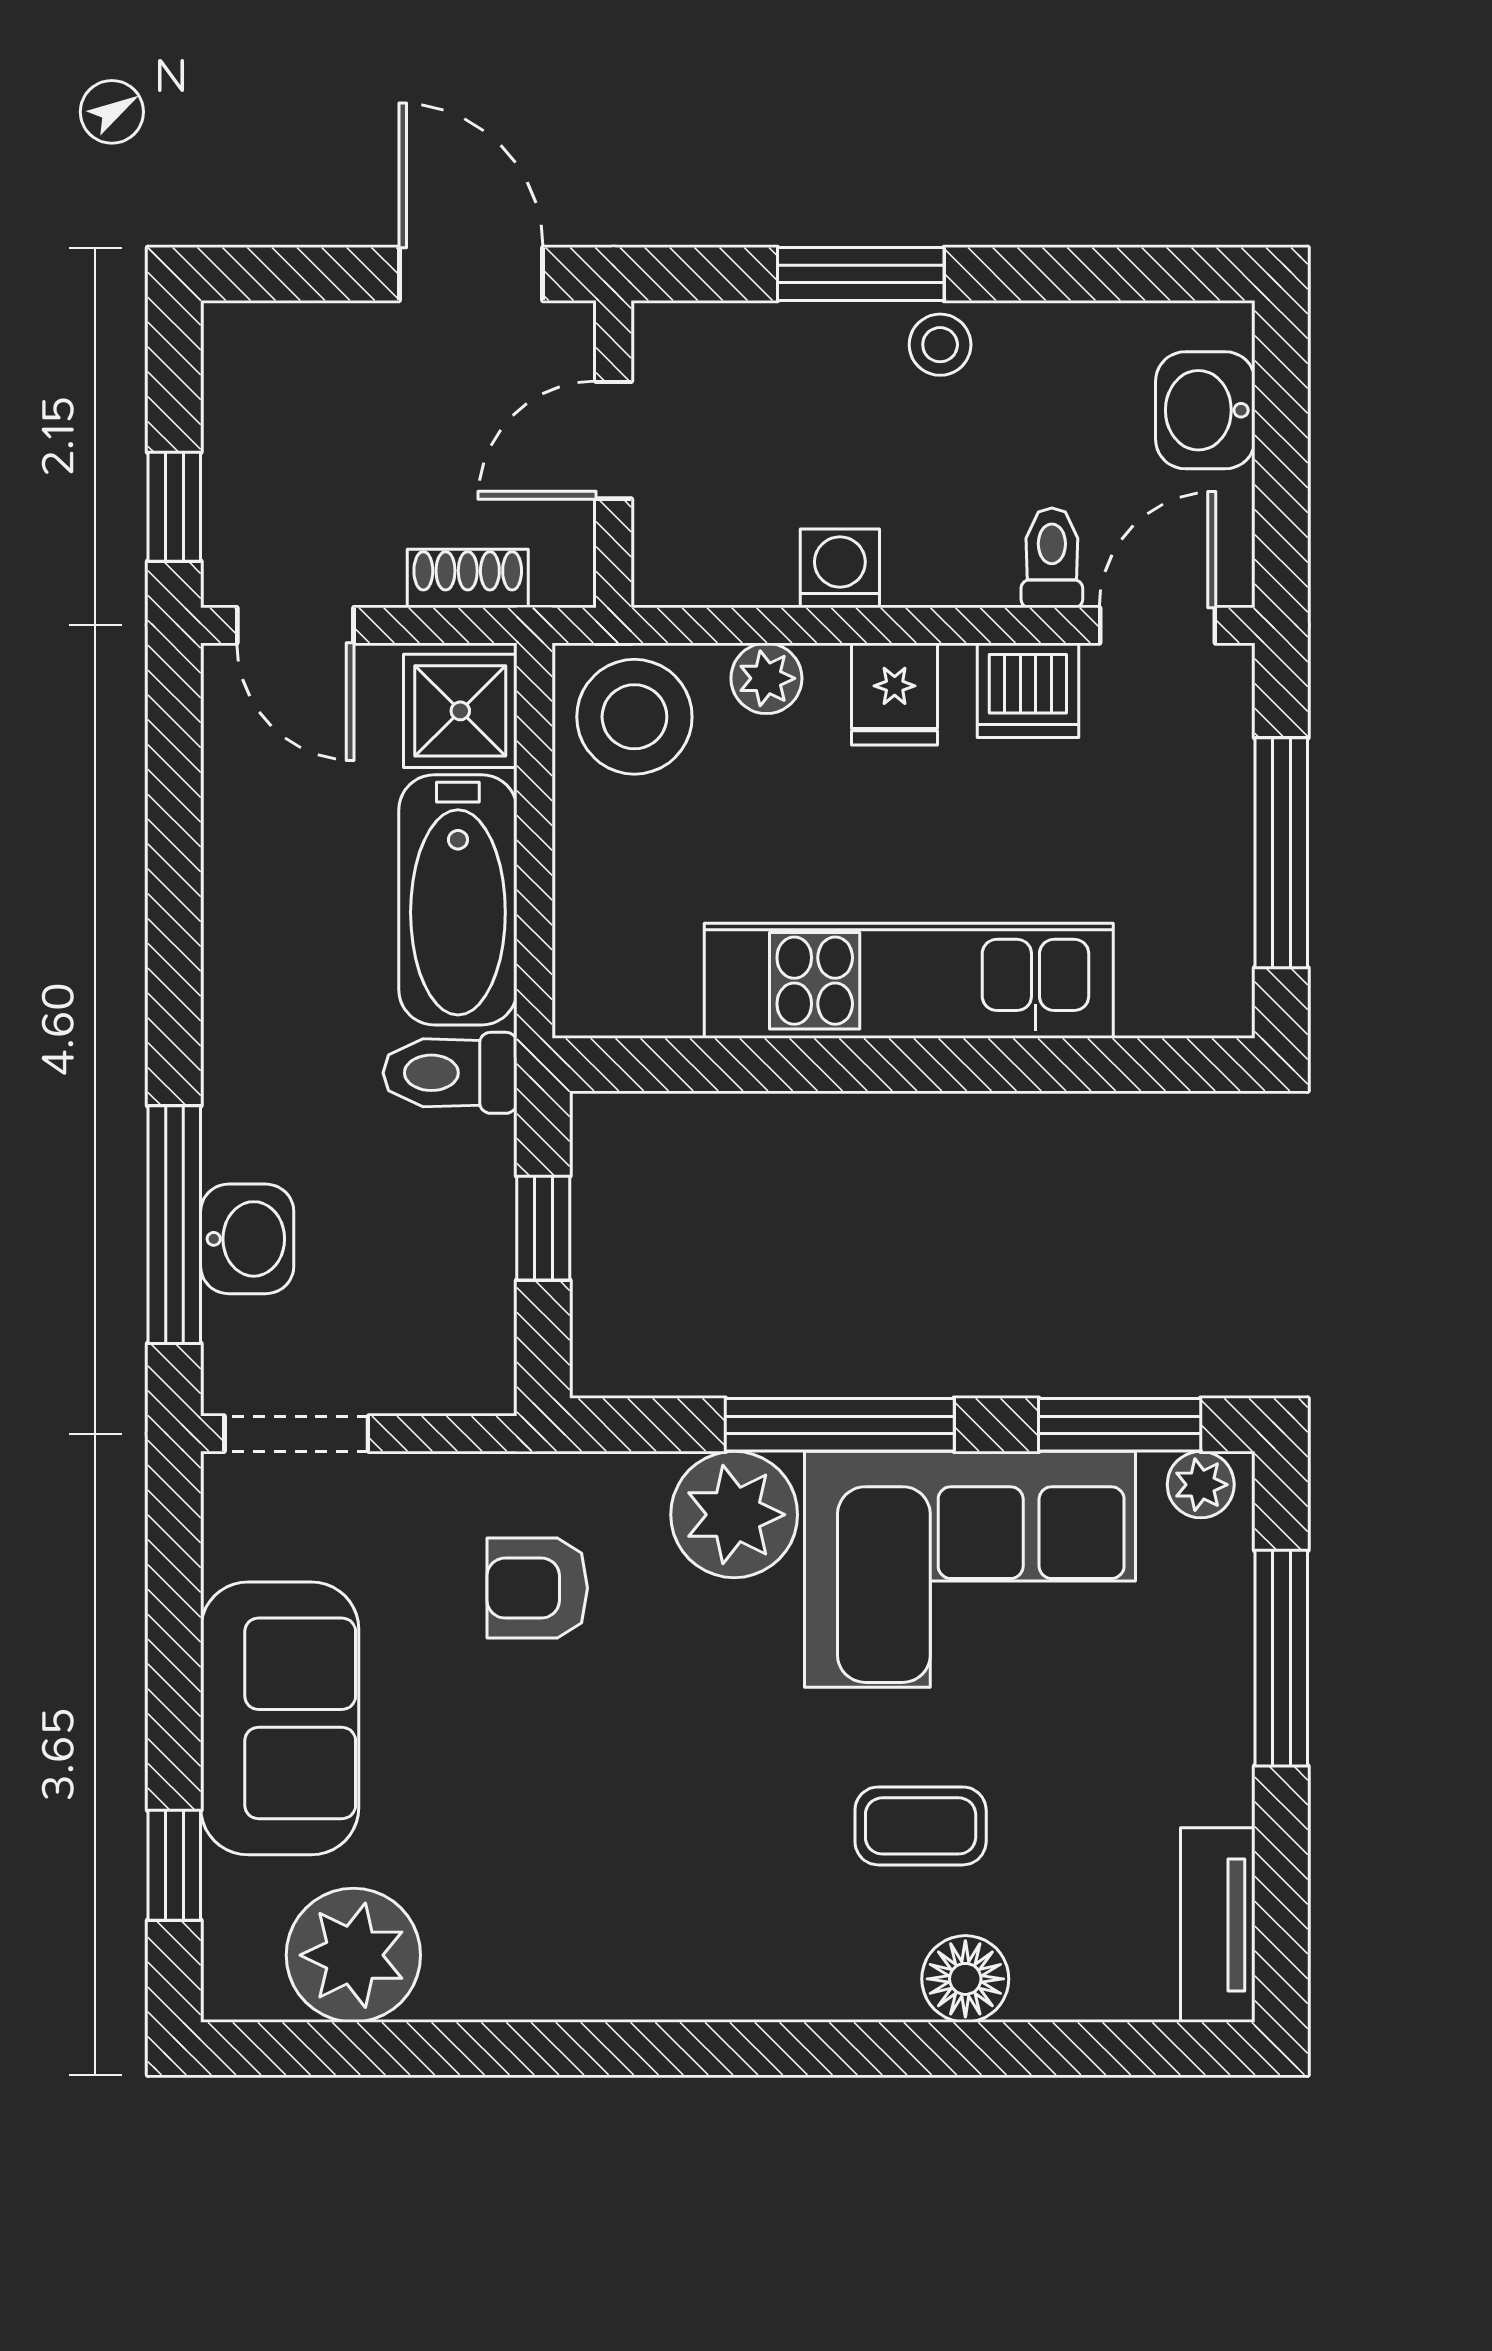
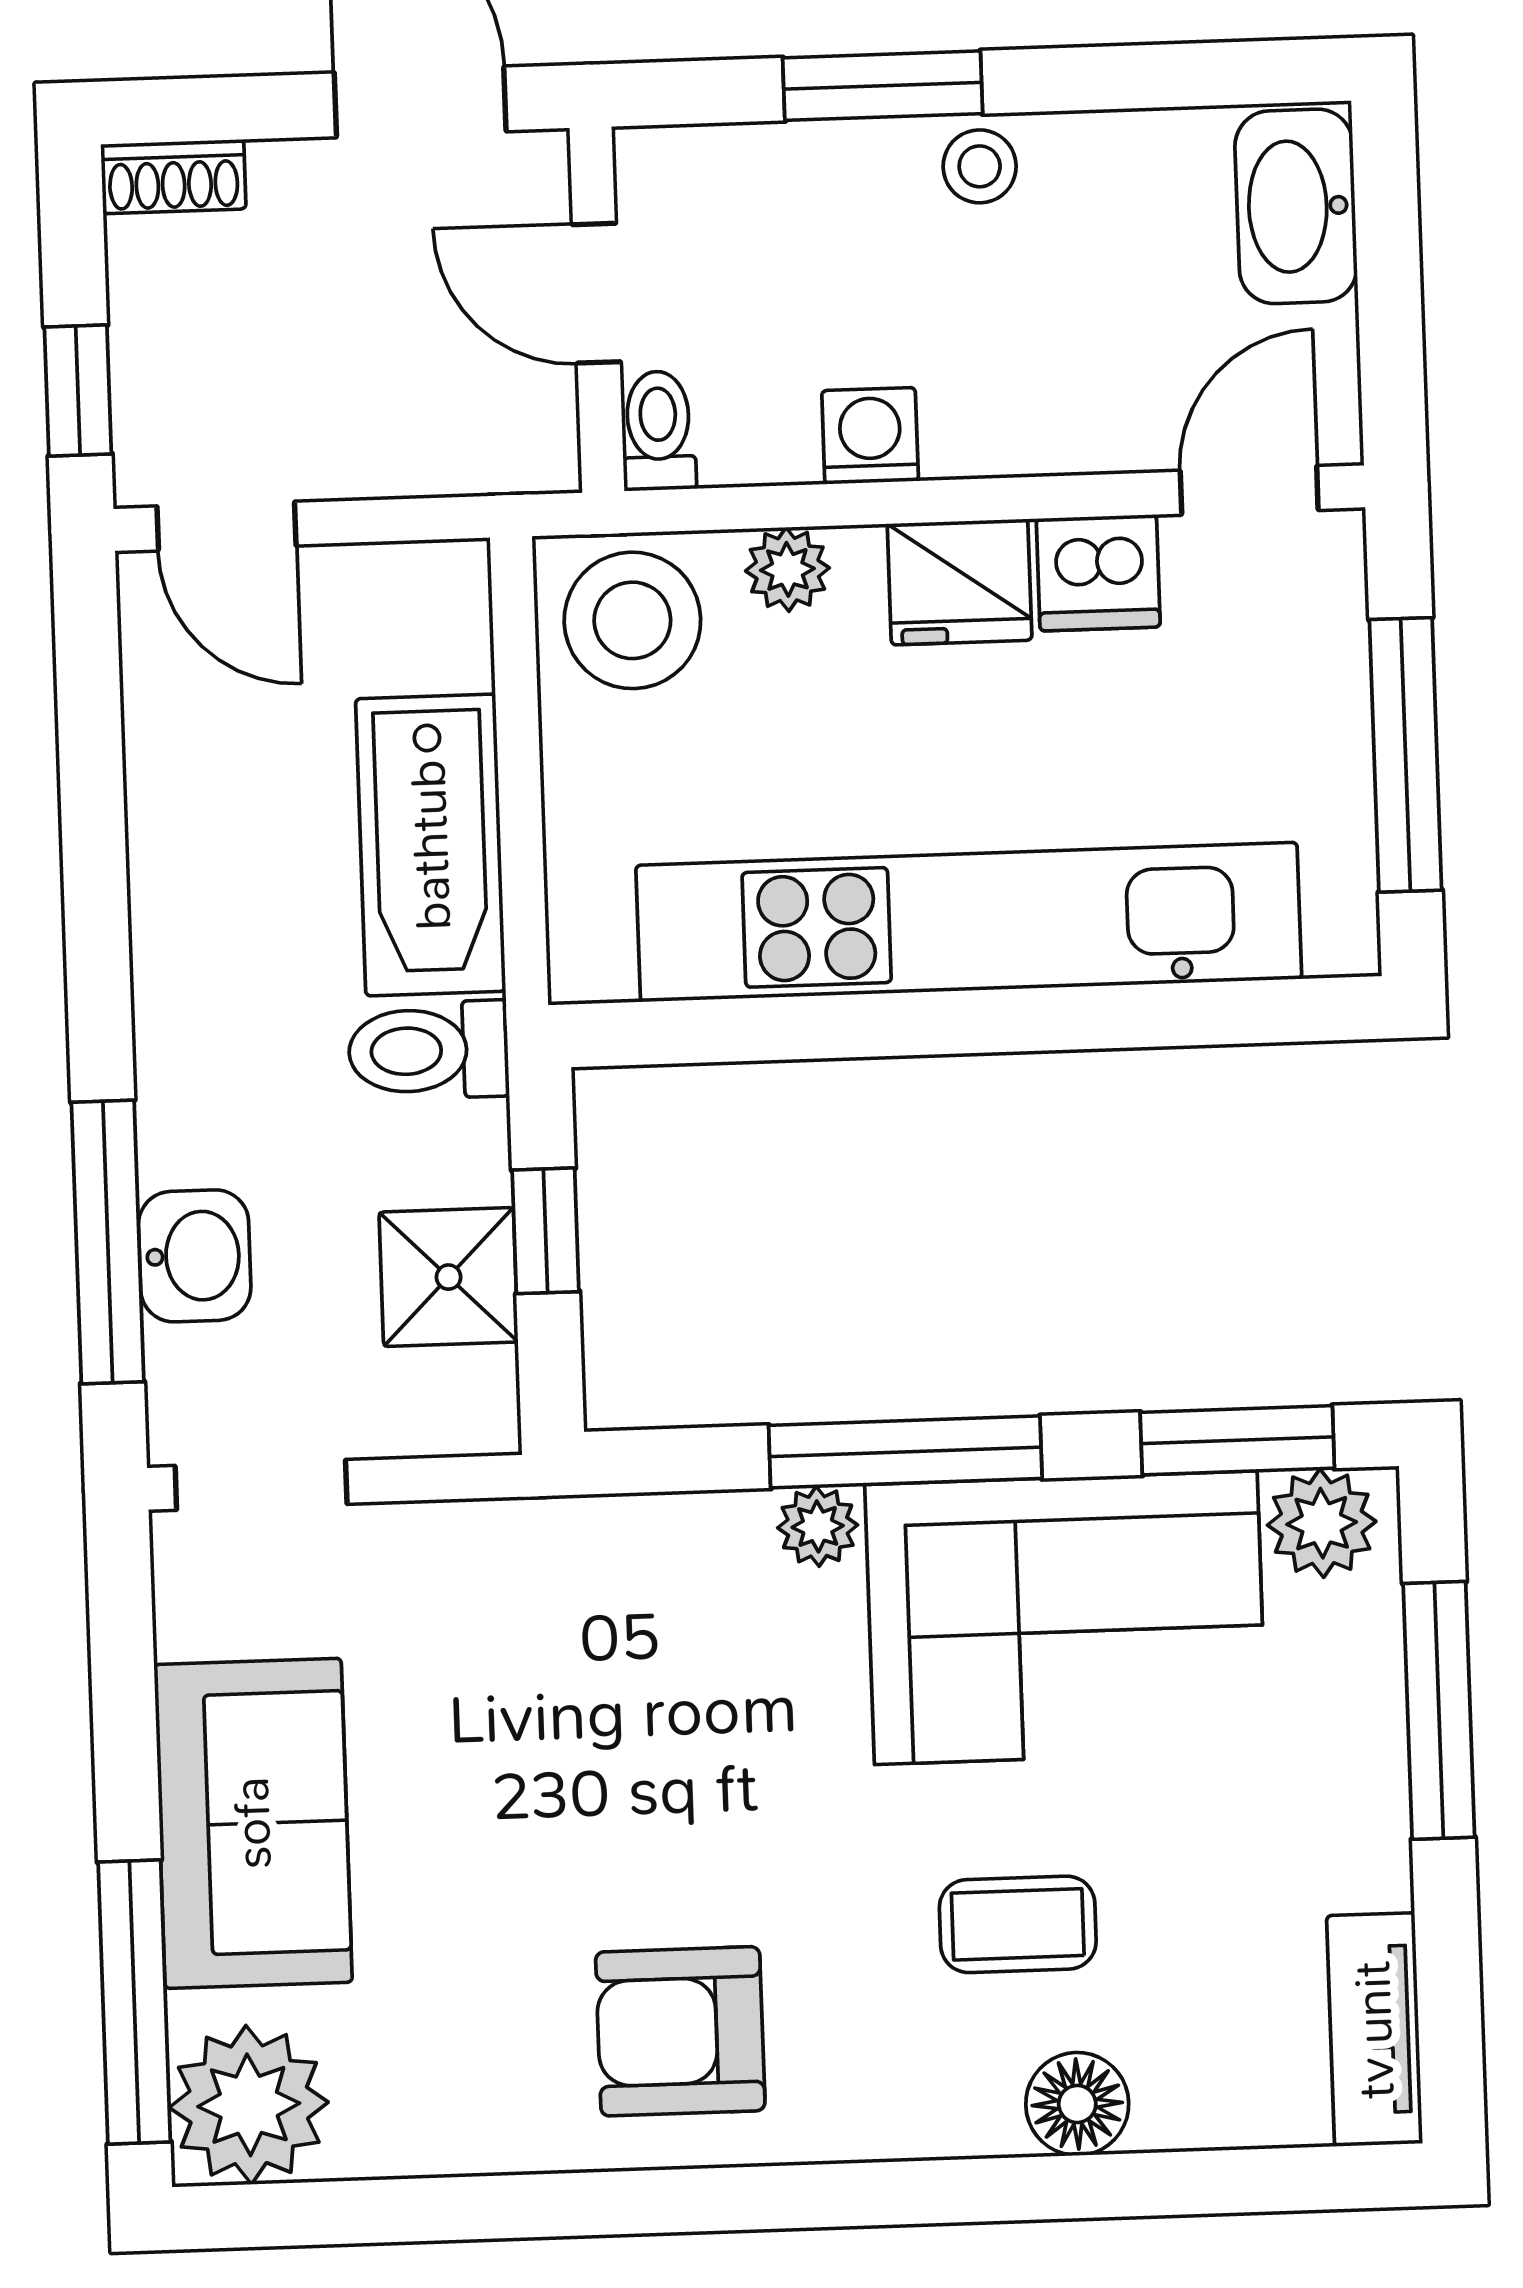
washbasin: (1205, 410) -> (1296, 206), width x1.38
door: (614, 440) -> (596, 293), hinge flipped
toilet: (1052, 558) -> (658, 431), moved
shoe rack: (468, 578) -> (173, 177), moved, turned 180
fridge: (895, 694) -> (960, 582), width x1.38
shower: (460, 711) -> (449, 1277), moved
kitchen unit: (909, 981) -> (969, 922), width x1.36
plant: (1201, 1485) -> (1322, 1523), width x1.38, depth x1.38
plant: (734, 1515) -> (818, 1526), width x0.53, depth x0.53
armchair: (537, 1588) -> (680, 2031), moved, width x1.38, depth x1.38
window: (174, 1865) -> (134, 2002), width x2.17
plant: (353, 1955) -> (249, 2105), moved

